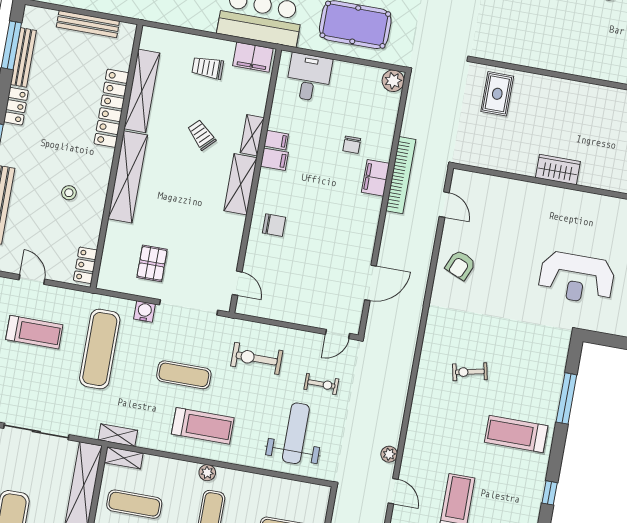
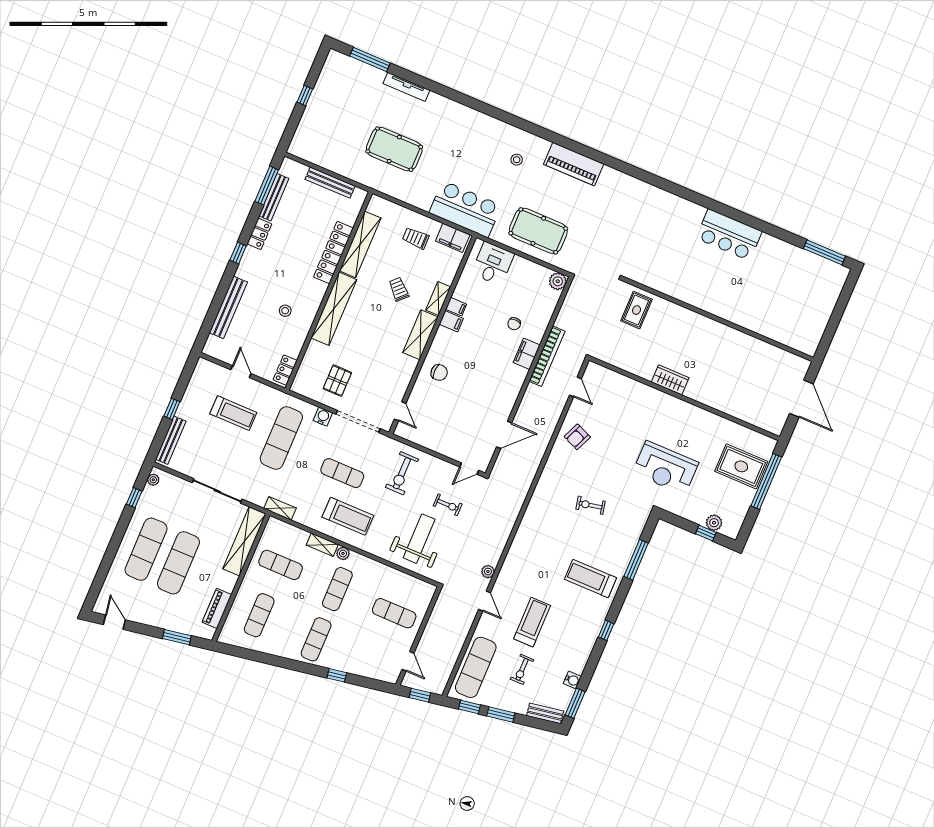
exercise bike: (257, 358) -> (402, 473), turned -90
exercise bike: (470, 372) -> (590, 505), moved
shelving: (124, 458) -> (322, 545), moved

